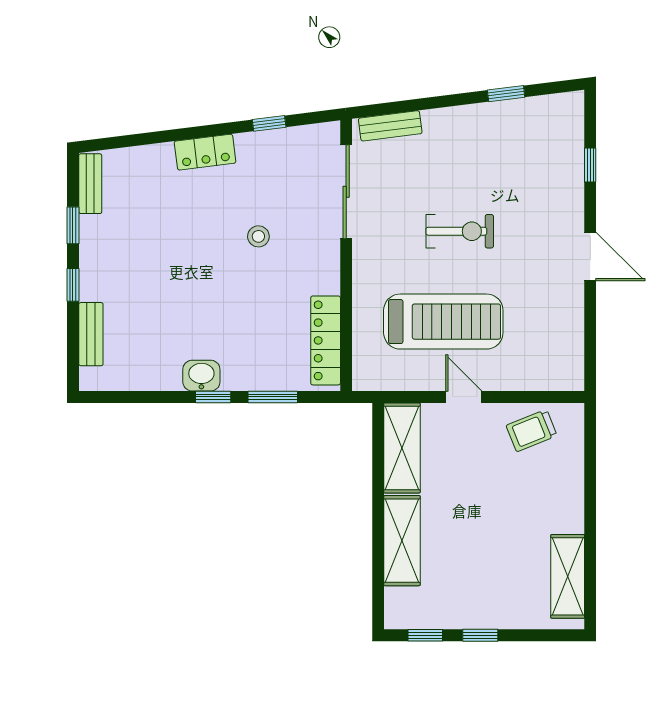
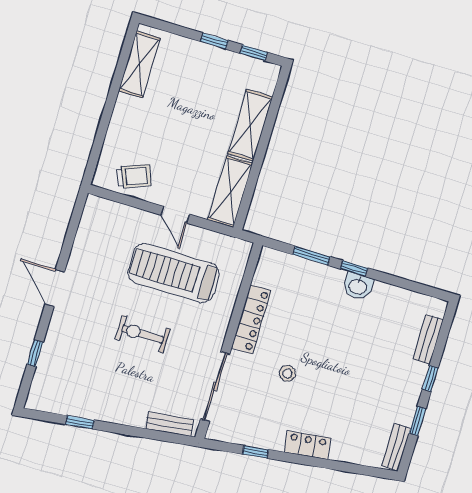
locker: (326, 340) -> (251, 319), moved

